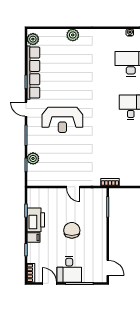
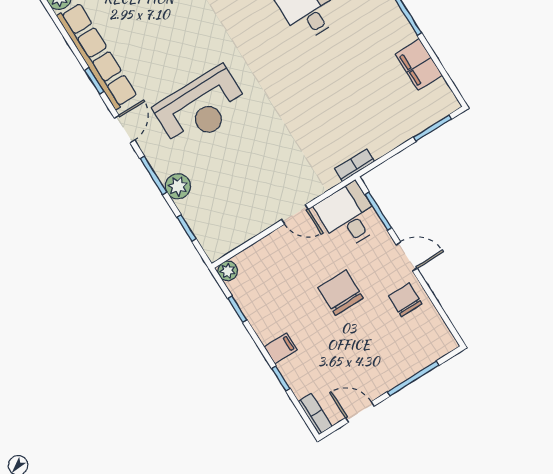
door: (26, 109) -> (124, 129), swing flipped
plant: (33, 158) -> (178, 186), moved
plant: (32, 193) -> (228, 271), added
printer: (36, 220) -> (265, 315), removed
chair: (96, 250) -> (405, 300), added
door: (108, 268) -> (407, 256), moved
desk: (69, 269) -> (348, 216), moved, turned 180

